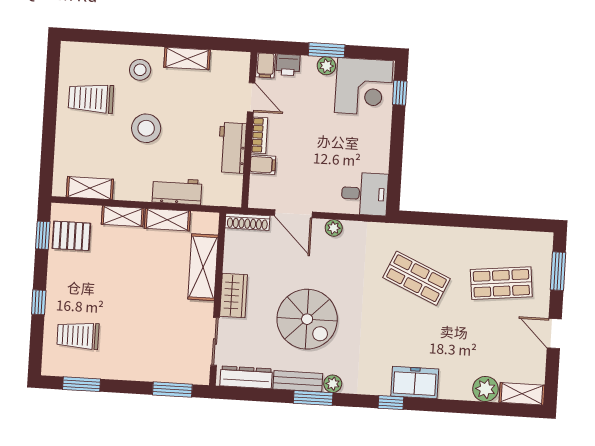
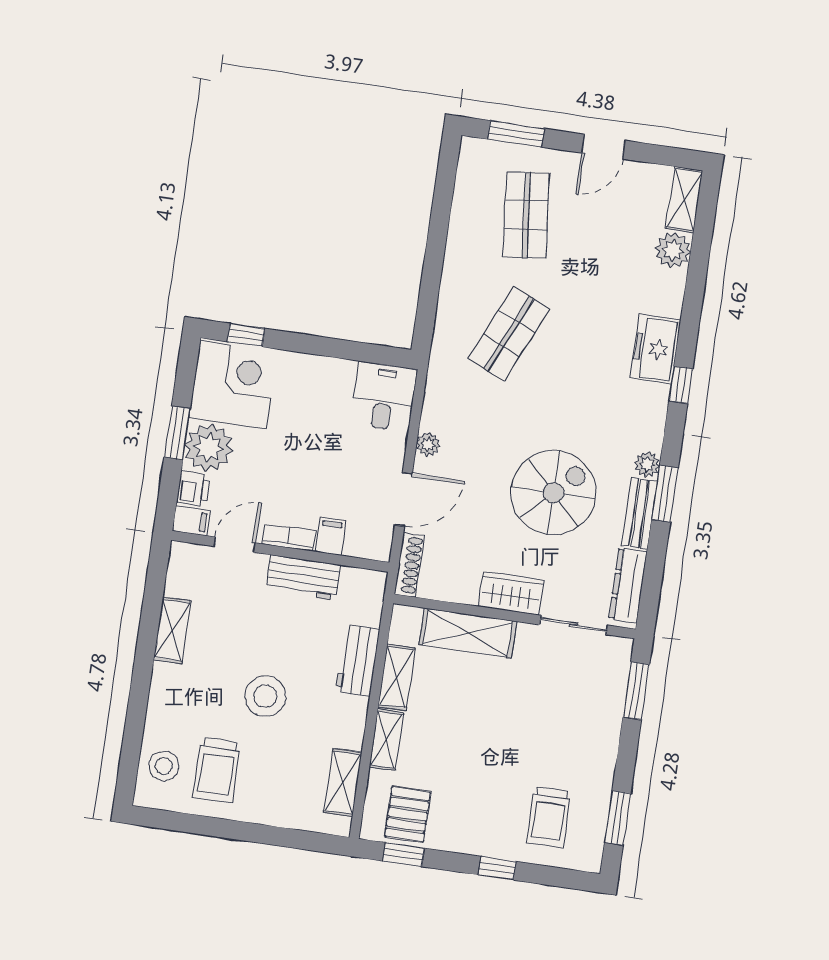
plant: (326, 66) -> (209, 448), width x1.88, depth x1.88
stool: (140, 70) -> (164, 766), moved

